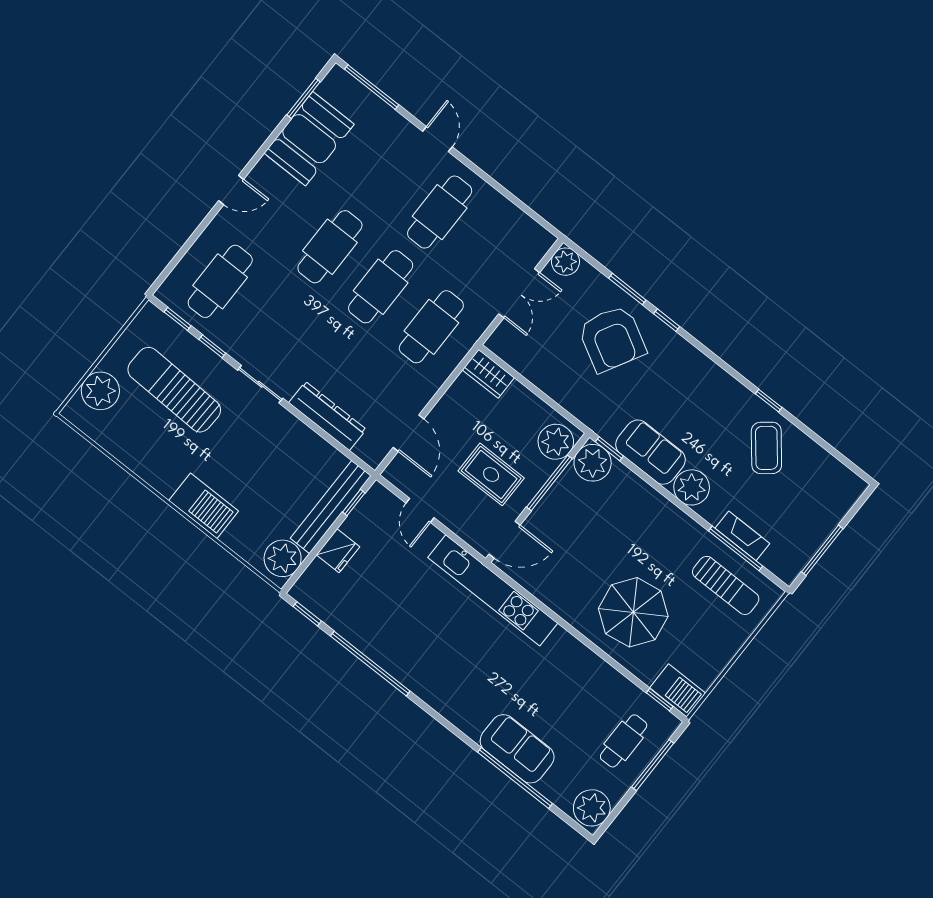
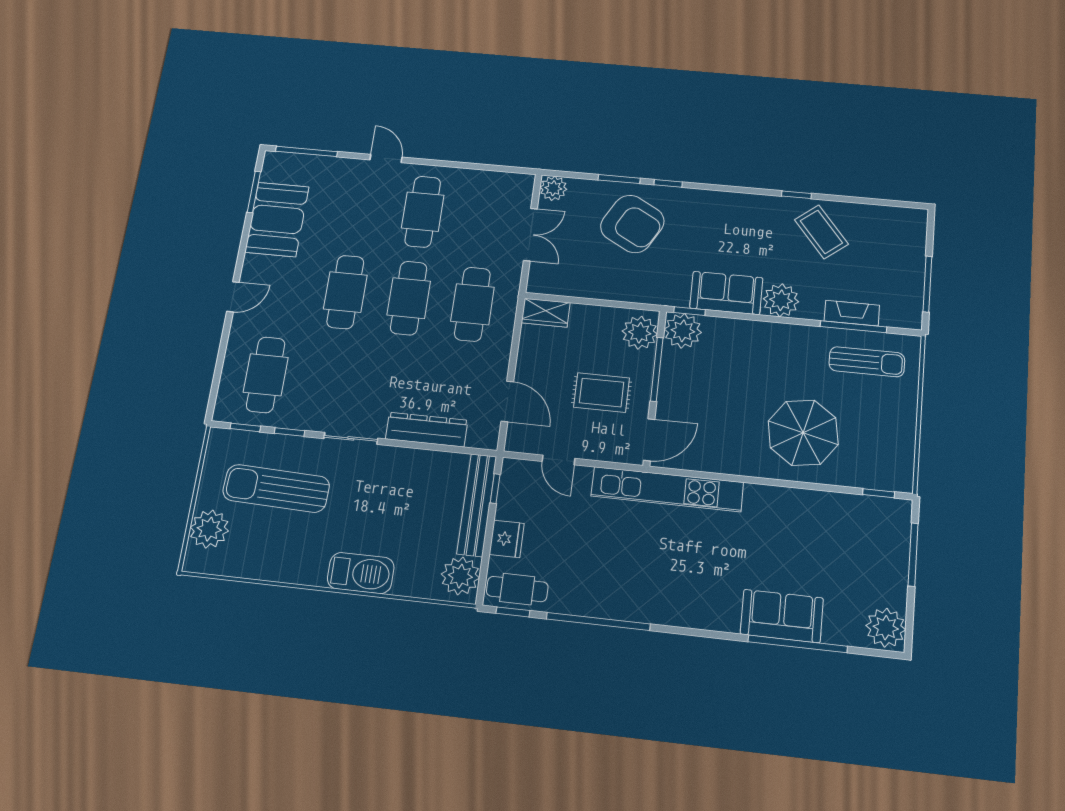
barbecue: (678, 690) -> (889, 475), removed
cafe table: (624, 741) -> (517, 589), moved, turned 90

